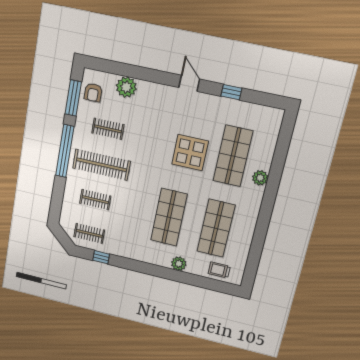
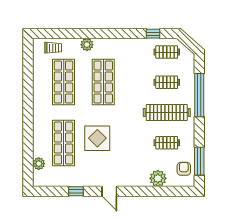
window: (65, 151) -> (199, 95), moved
plant: (260, 178) -> (39, 164), moved

